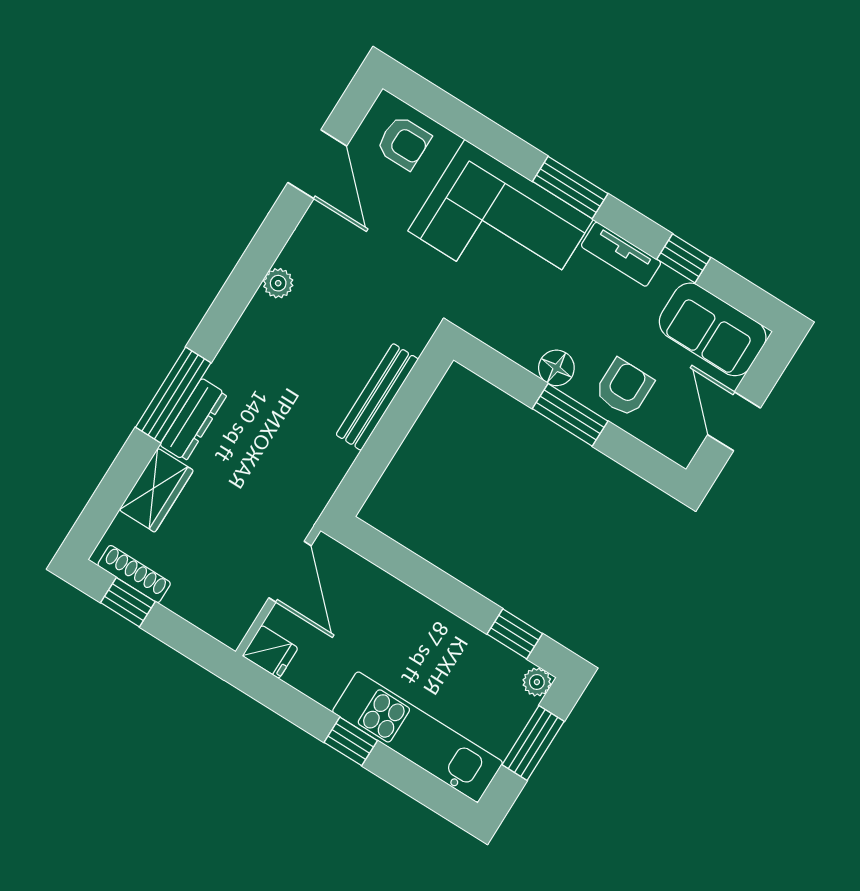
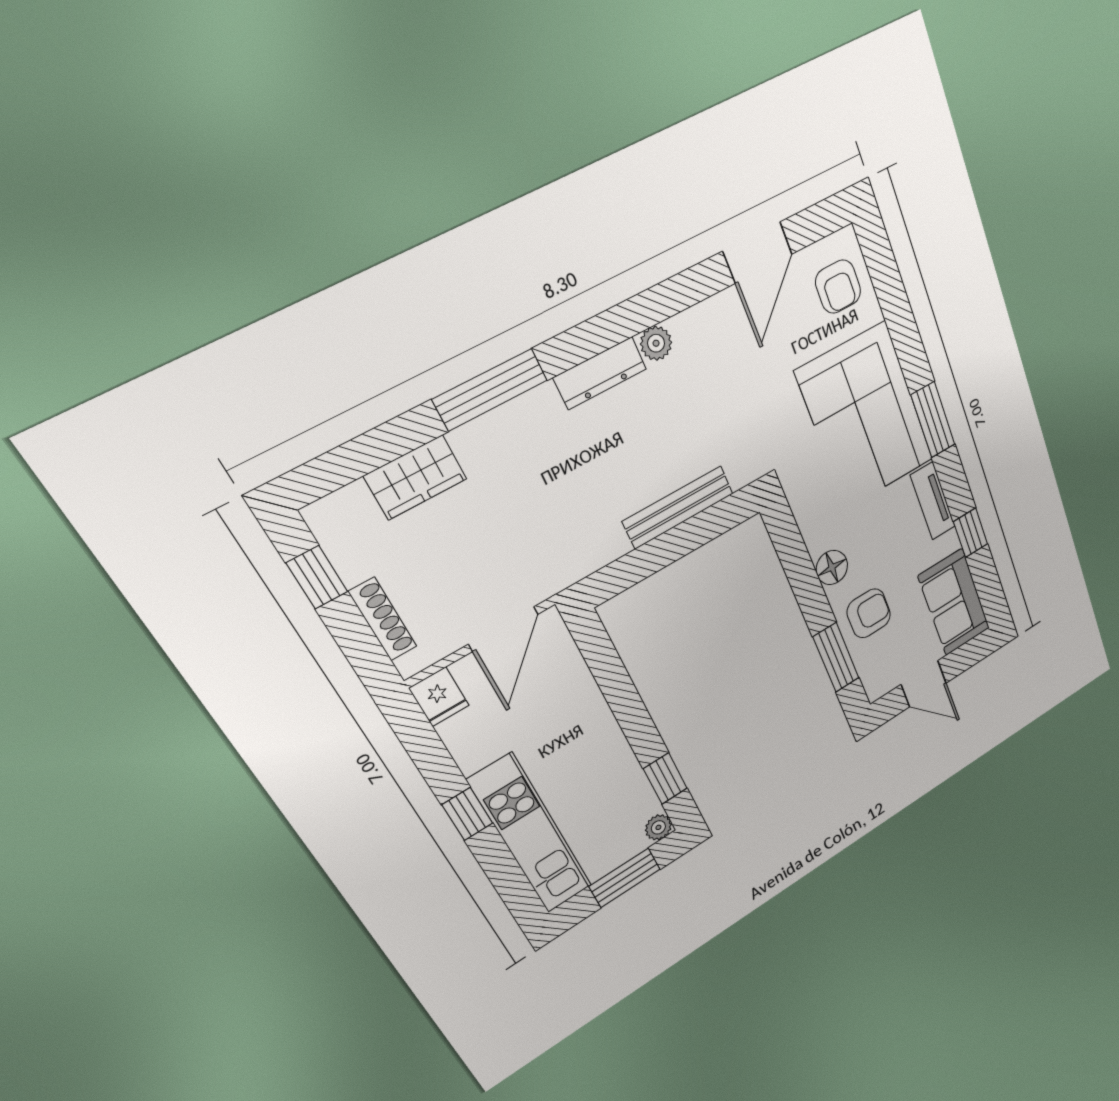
window: (570, 415) -> (836, 657), moved
dresser: (194, 420) -> (600, 373), moved
door: (734, 421) -> (924, 684), swing flipped
shoe rack: (134, 574) -> (383, 619), moved

